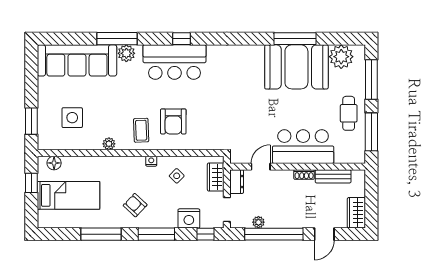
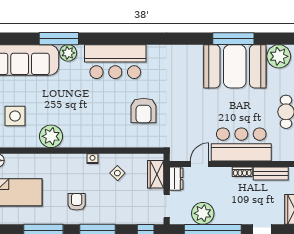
window: (181, 39) -> (122, 39), removed
armchair: (173, 121) -> (144, 111), moved
coffee table: (141, 130) -> (83, 128), removed
plant: (109, 144) -> (51, 136), width x1.88, depth x1.88
armchair: (135, 205) -> (77, 202), turned 47
nightstand: (189, 218) -> (129, 215), removed
plant: (258, 222) -> (203, 213), width x1.87, depth x1.87

